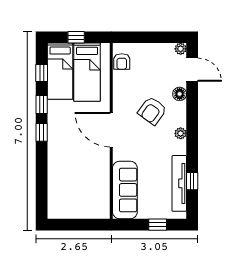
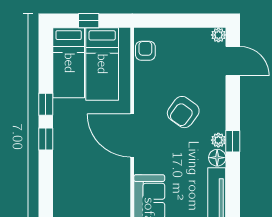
armchair: (122, 61) -> (145, 51), turned 180
window: (42, 73) -> (46, 65), removed
floor lamp: (180, 94) -> (217, 158), moved
window: (192, 181) -> (233, 141), moved

